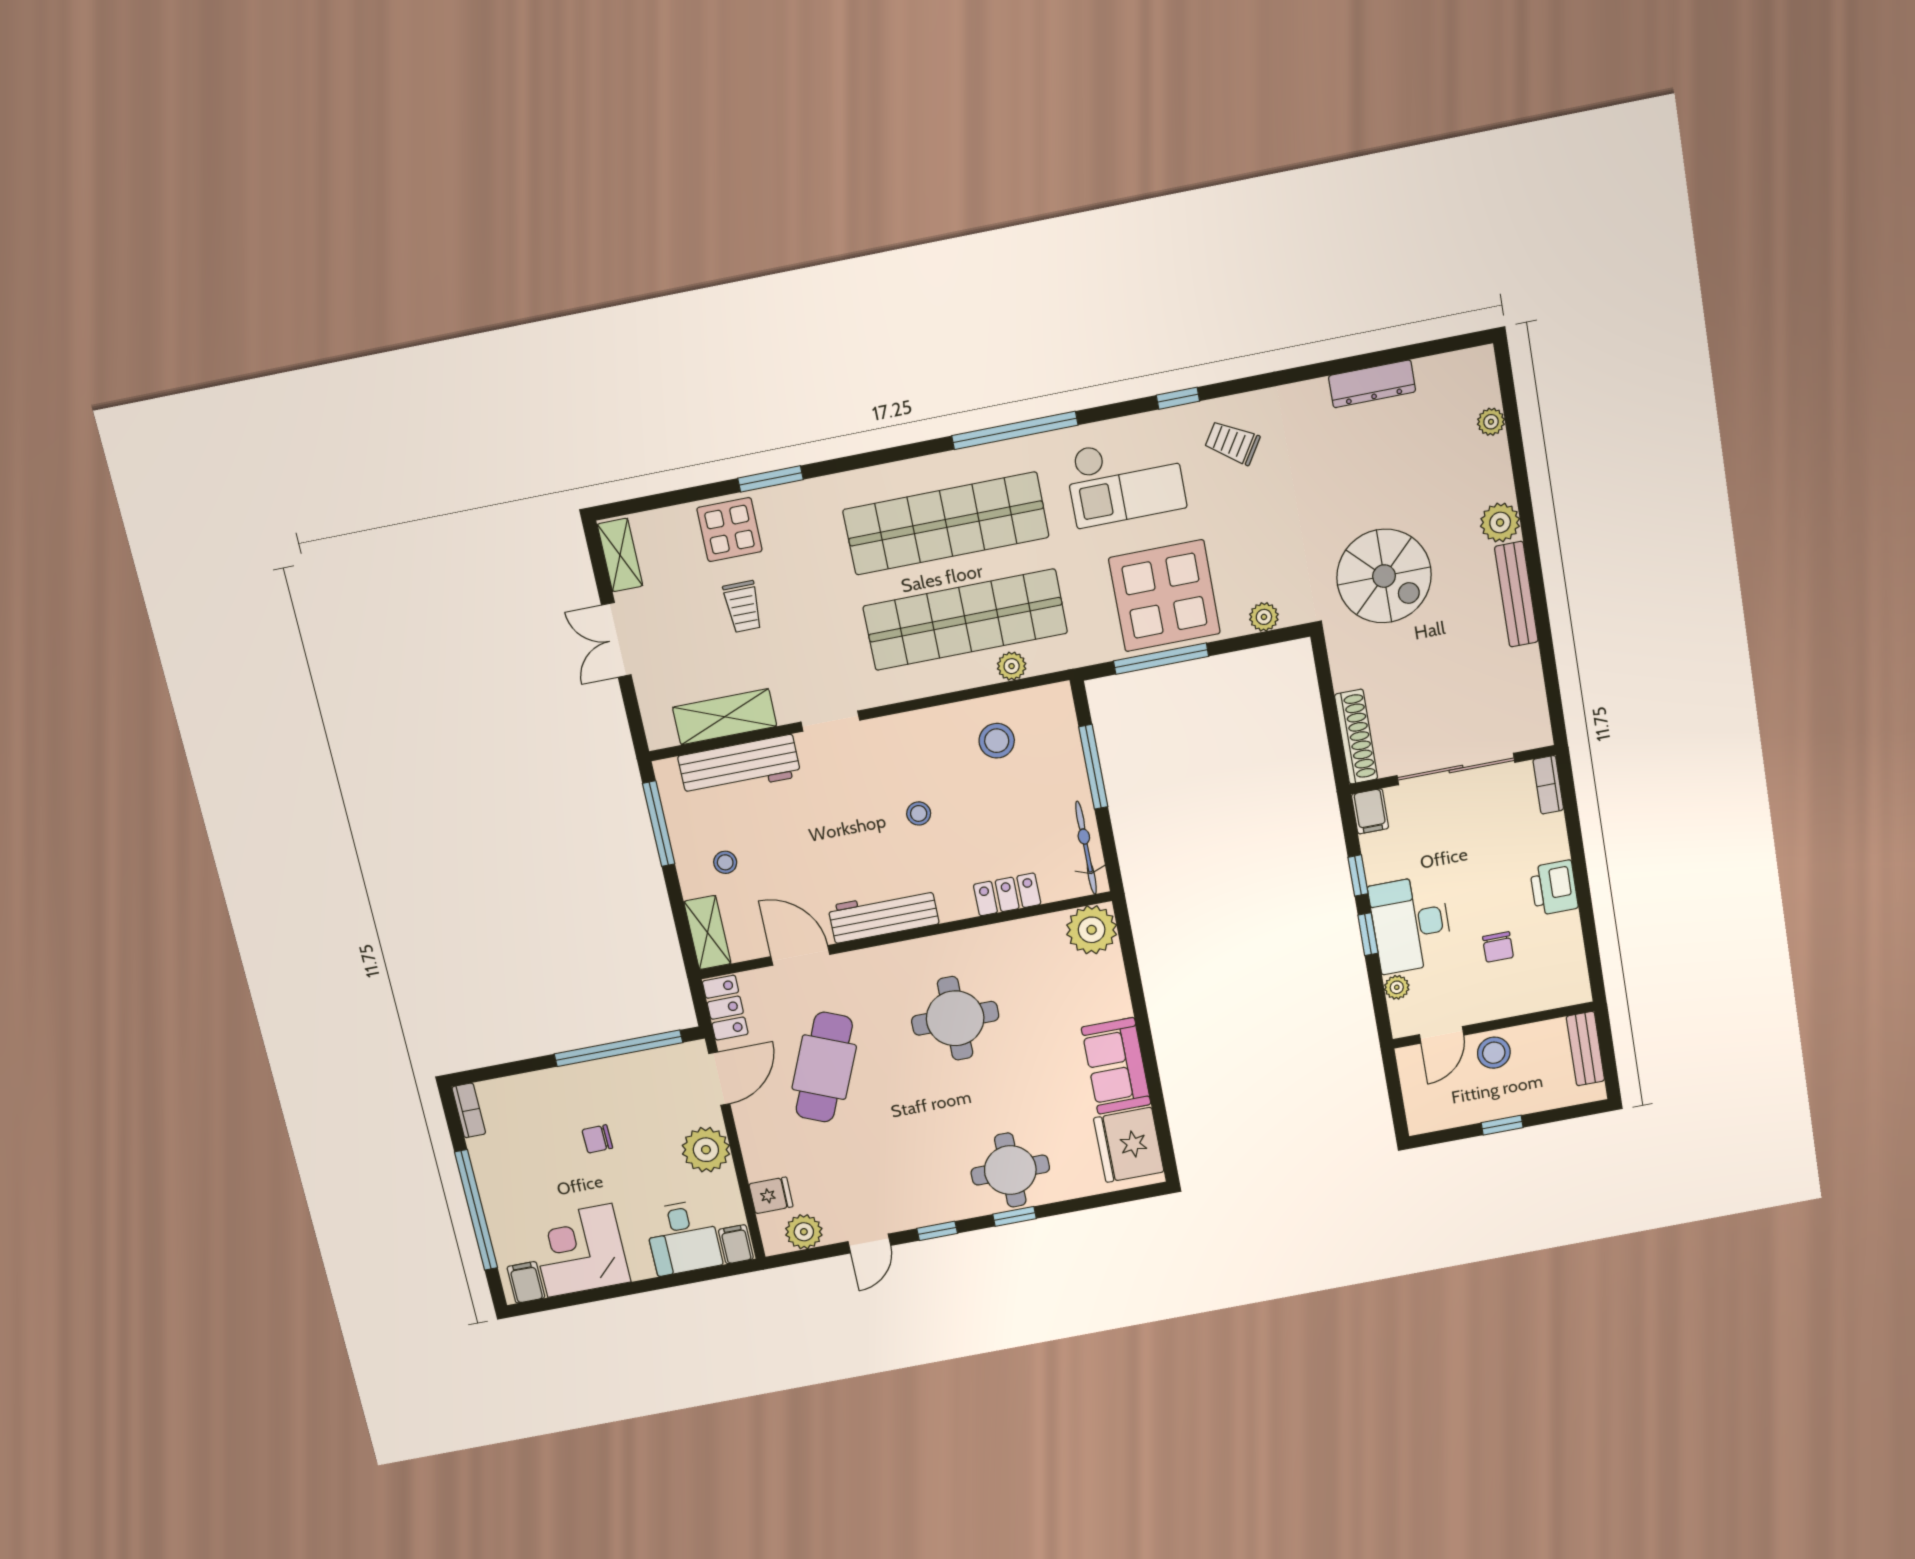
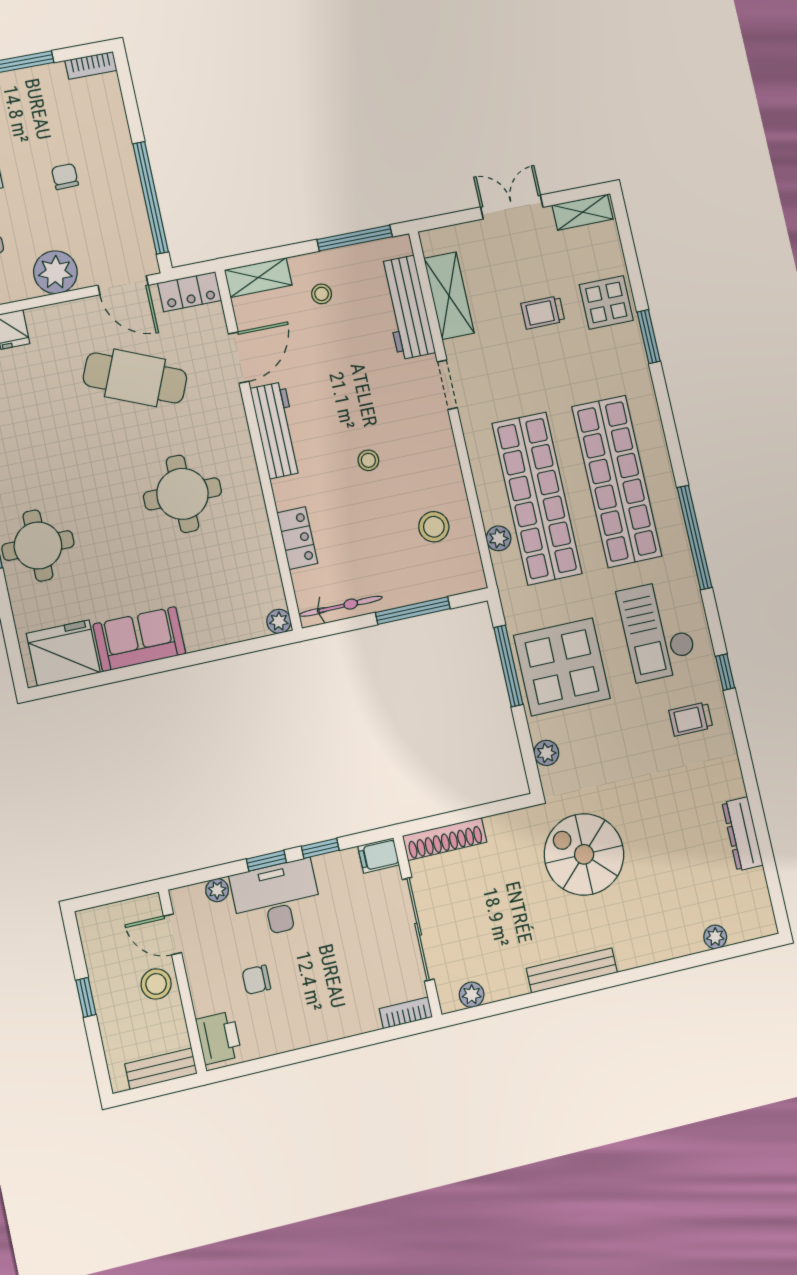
trolley: (1232, 443) -> (691, 719), turned -122
plant: (1500, 523) -> (472, 995), moved, width x0.73, depth x0.73
spiral stairs: (1384, 576) -> (584, 854), turned 90
printer: (1554, 888) -> (219, 1038), moved, turned 90
plant: (1092, 930) -> (279, 621), width x0.53, depth x0.53

